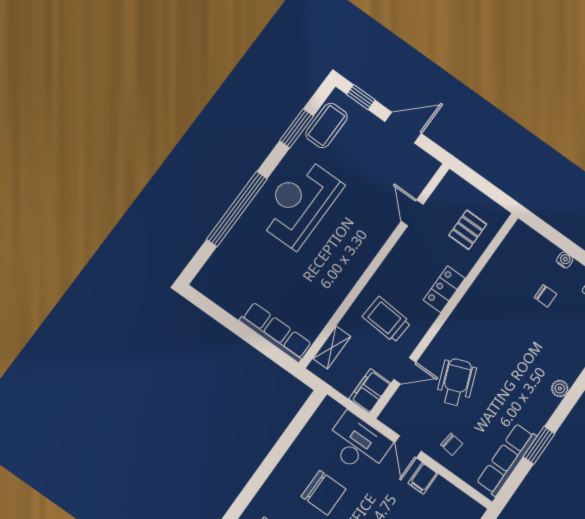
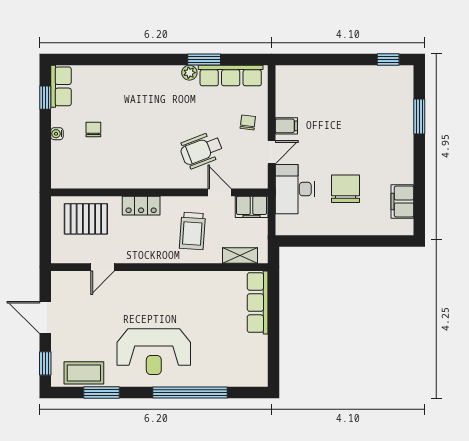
pallet: (468, 230) -> (86, 219), width x1.50, depth x1.42
plant: (560, 388) -> (189, 73), moved

